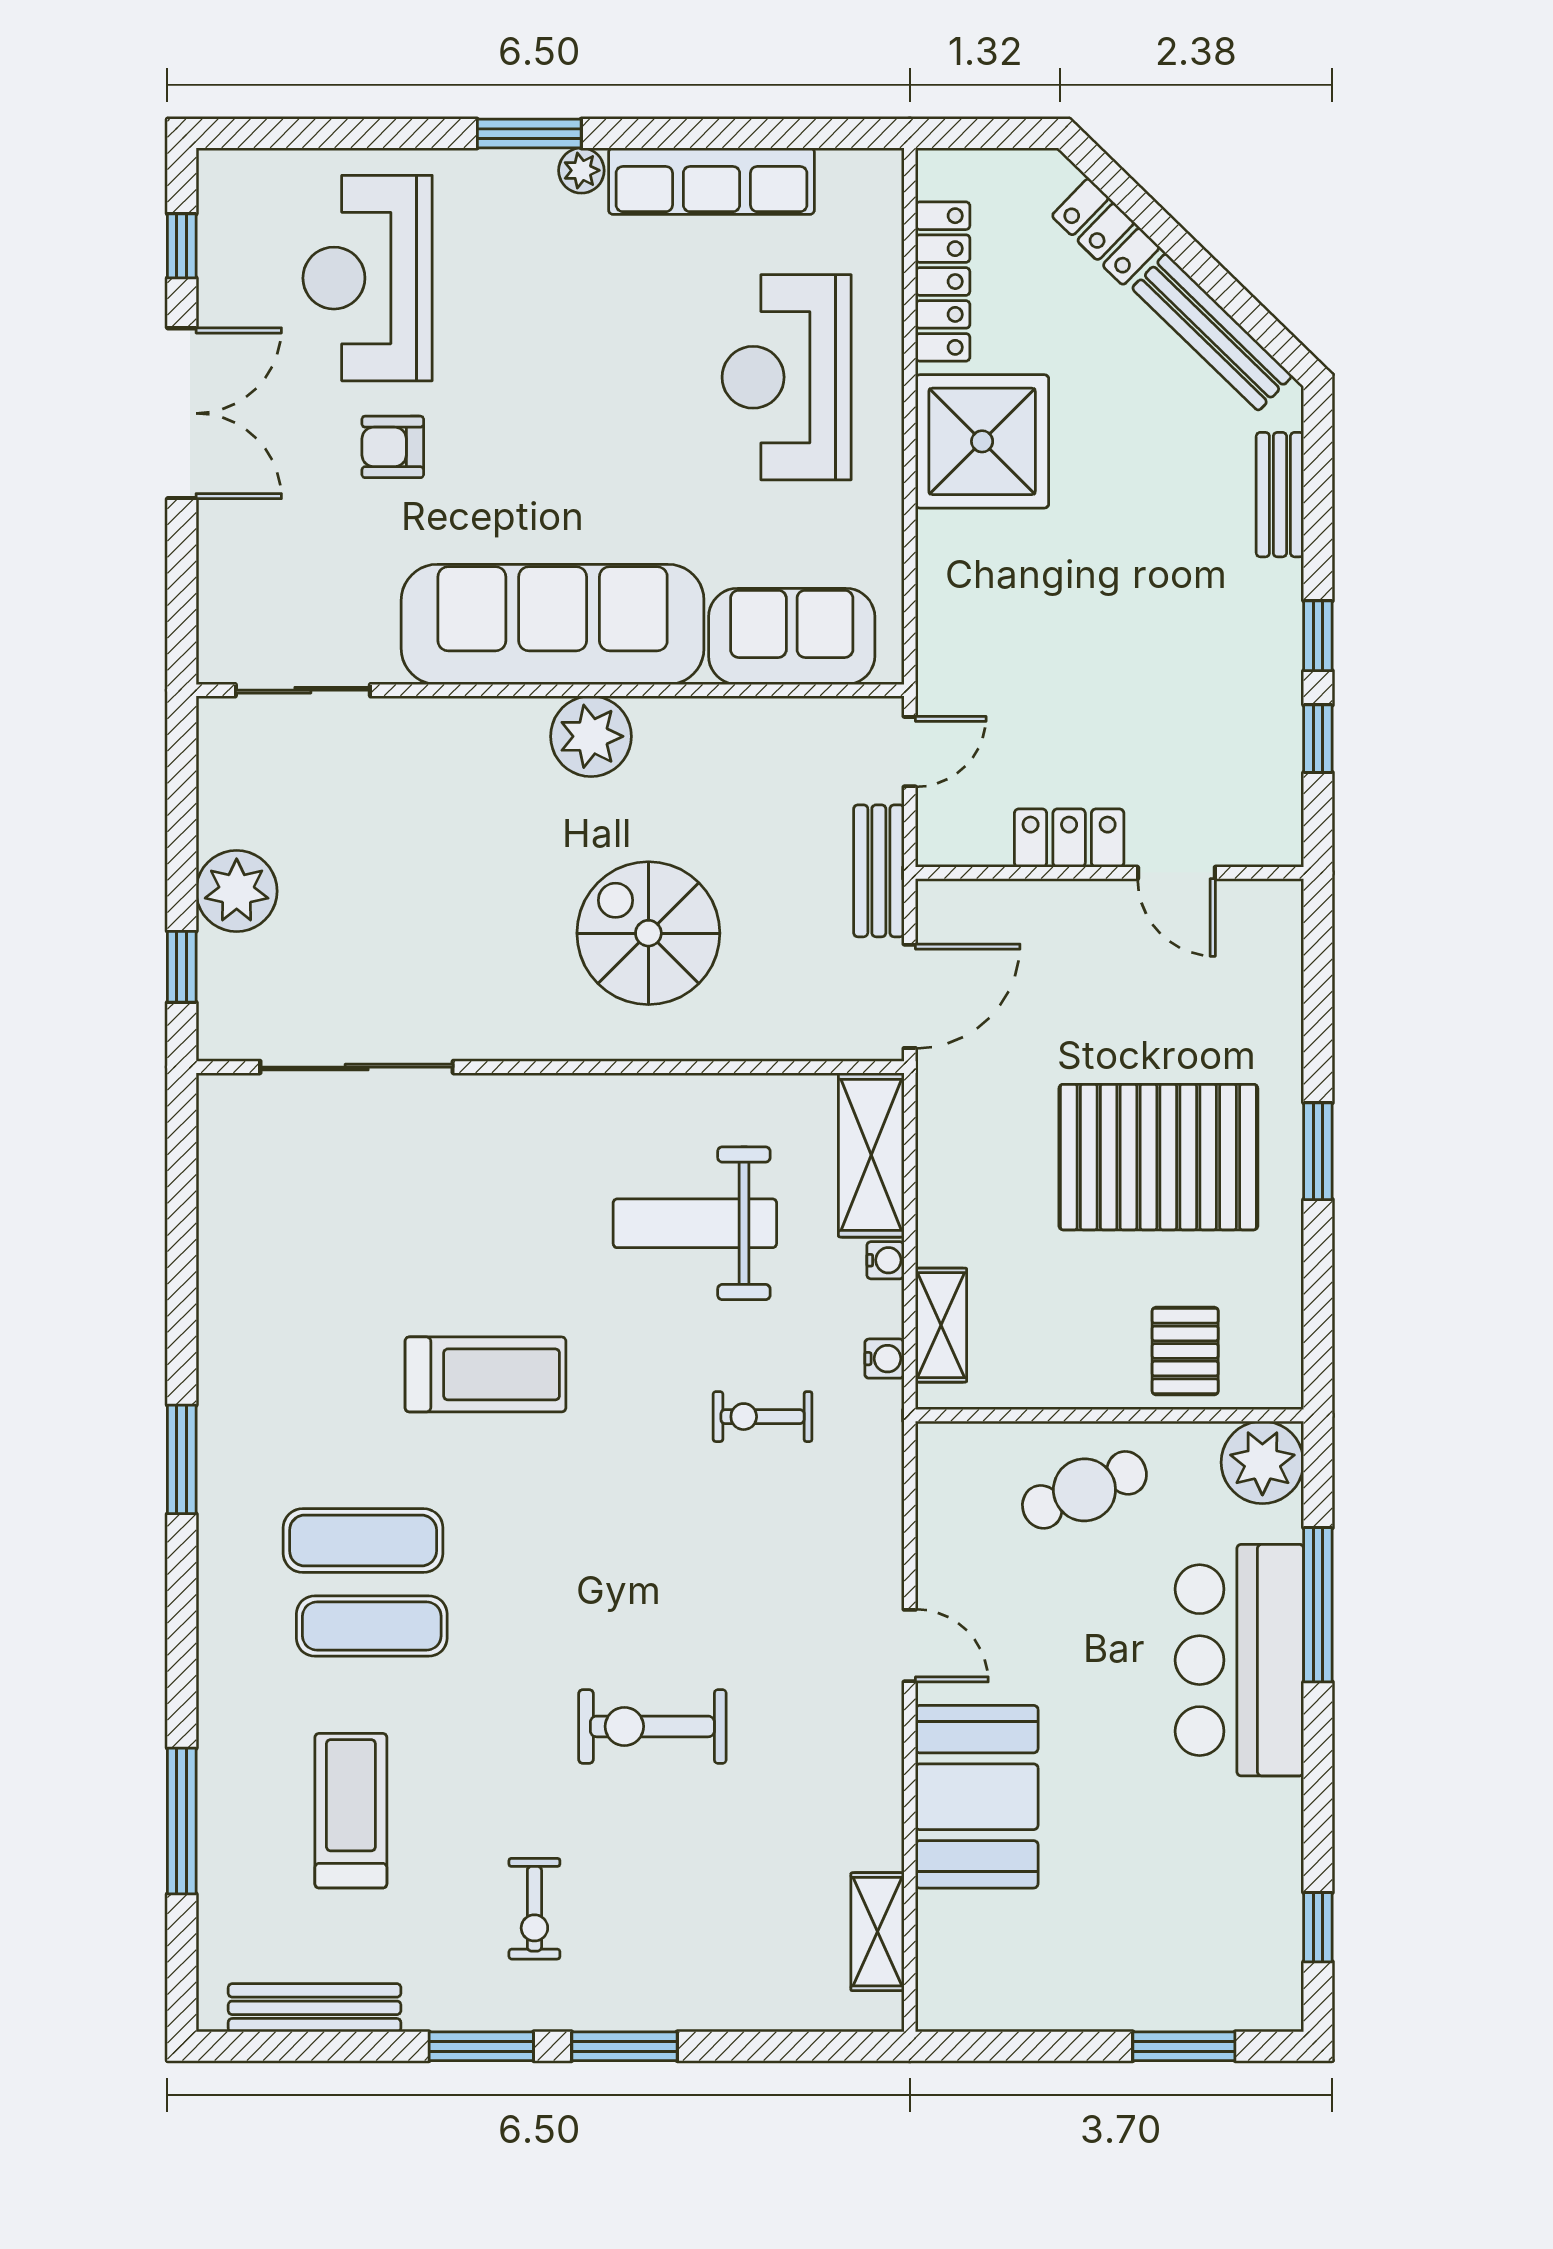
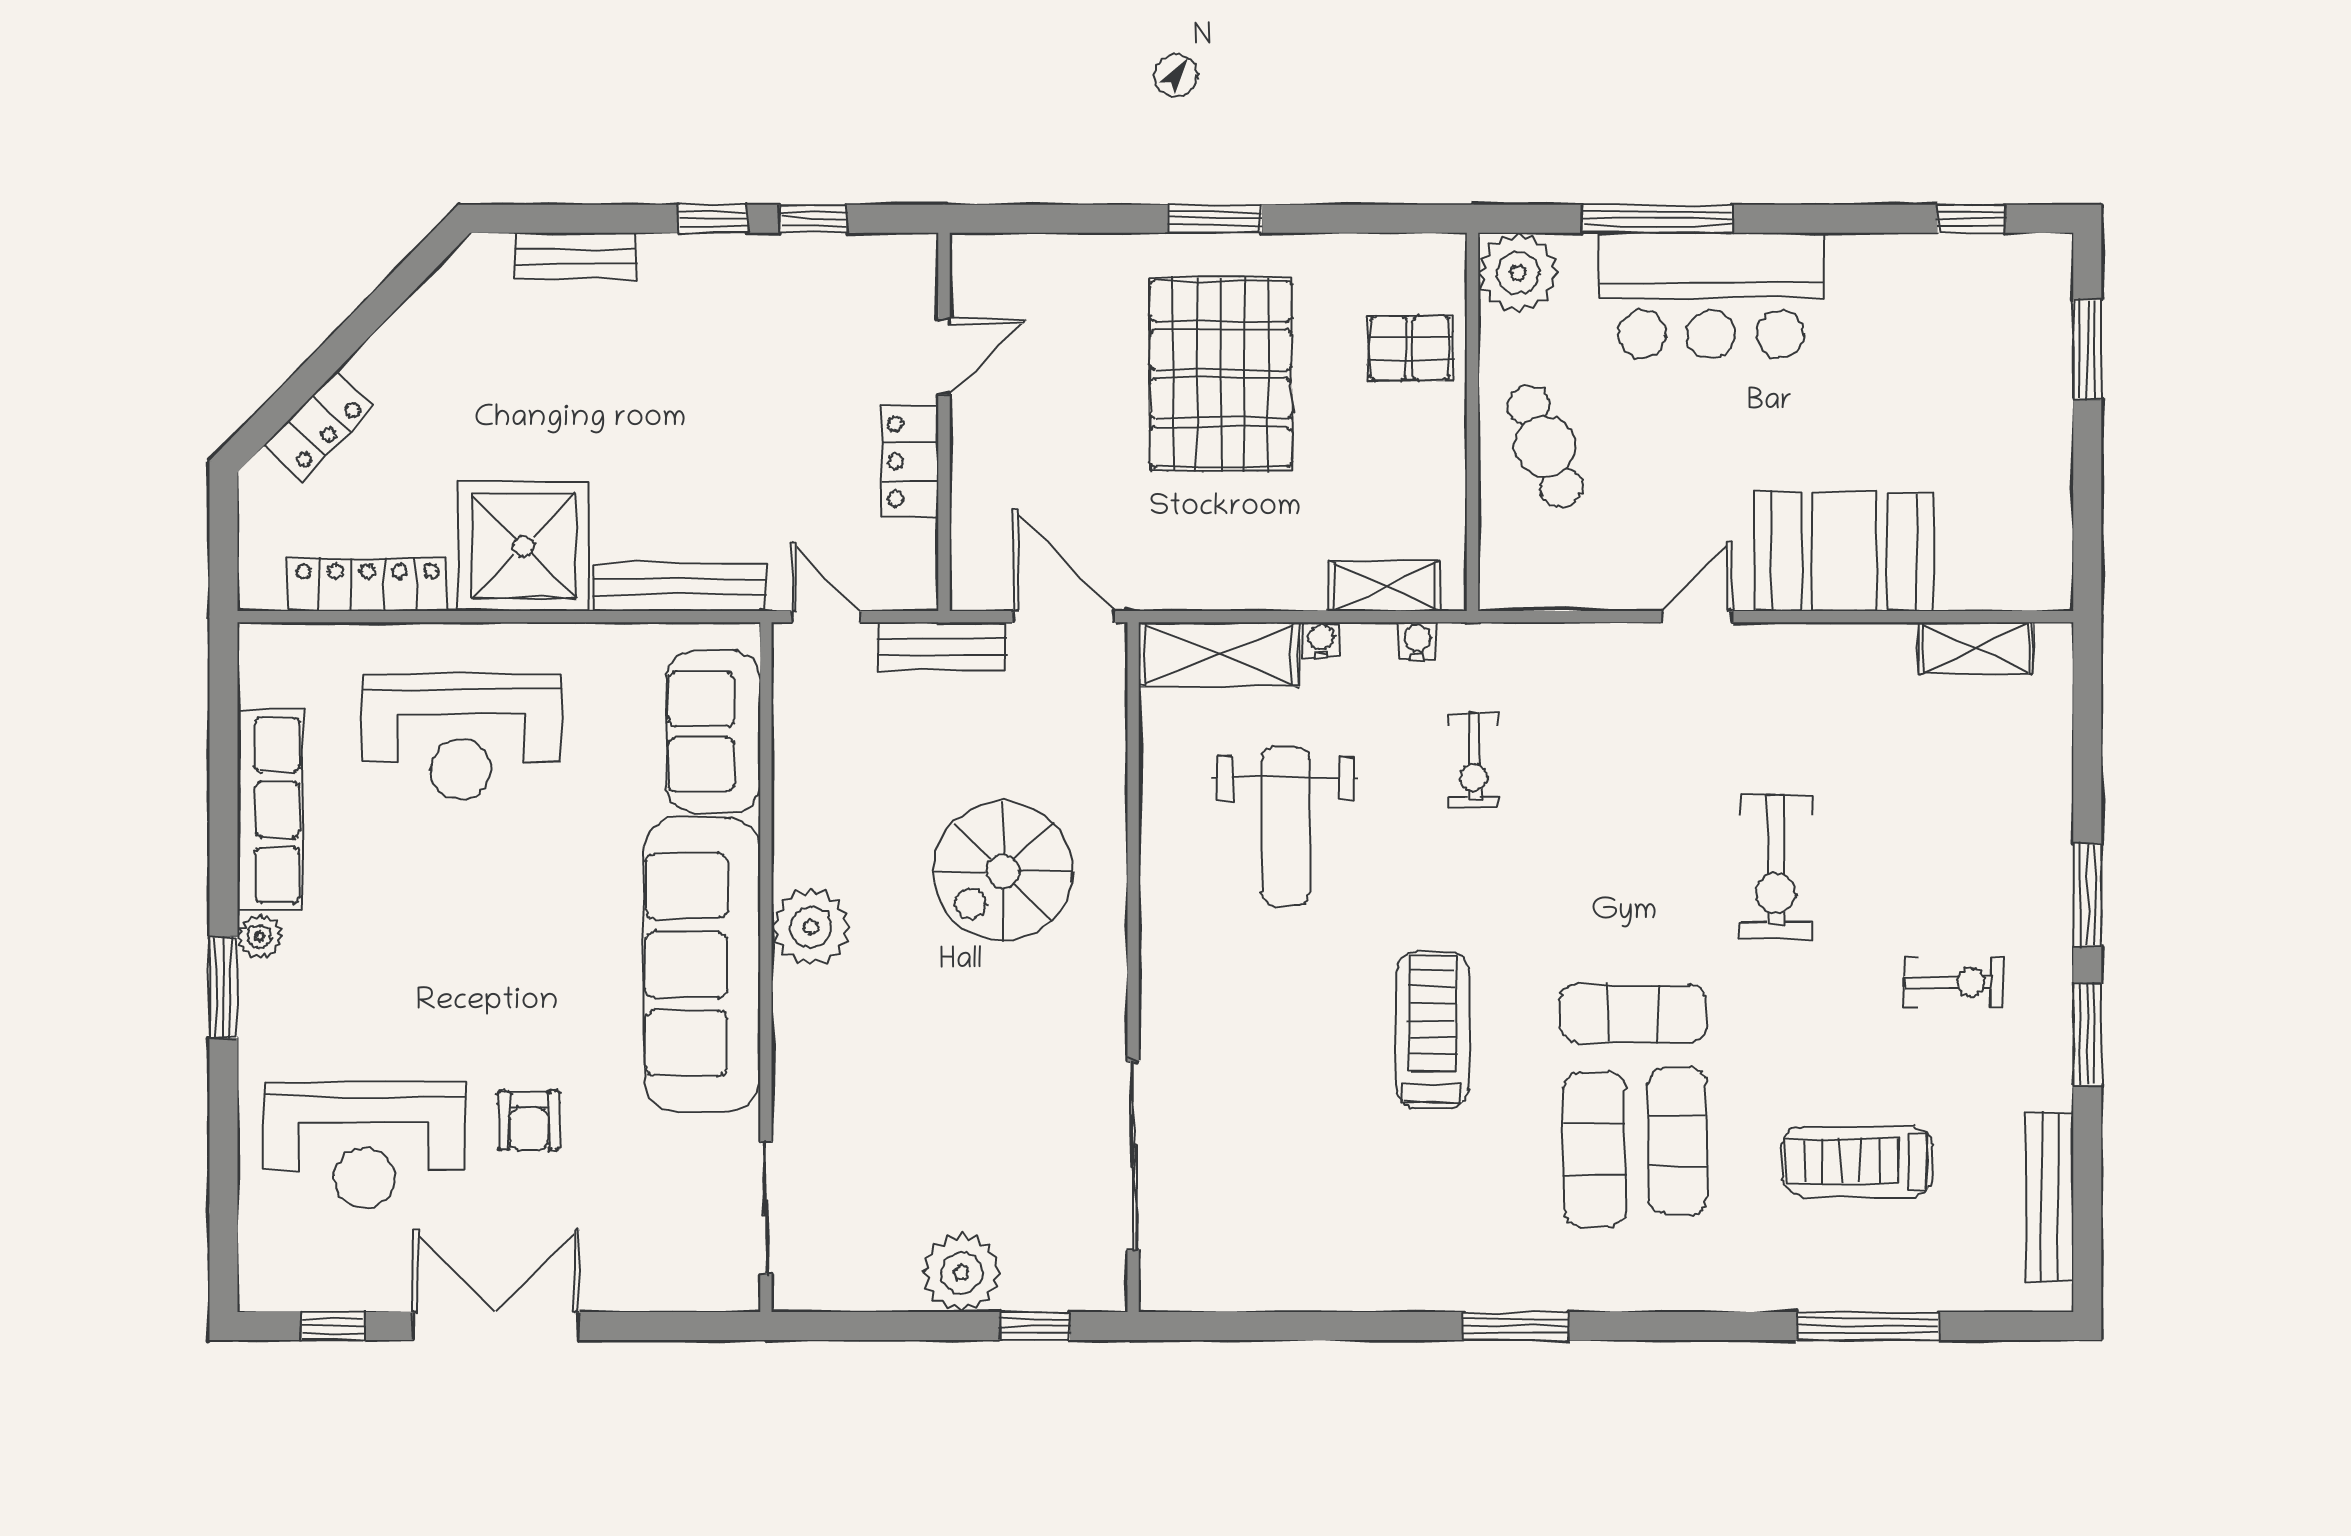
bench: (1212, 332) -> (679, 587), moved, turned 46
exercise mat: (502, 1580) -> (1633, 1013), added

